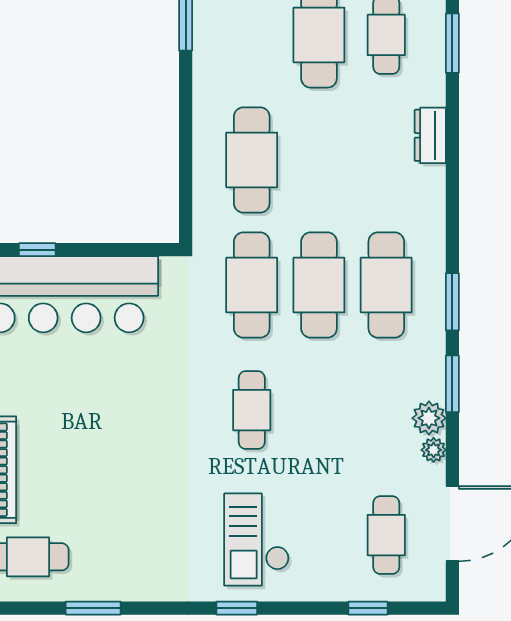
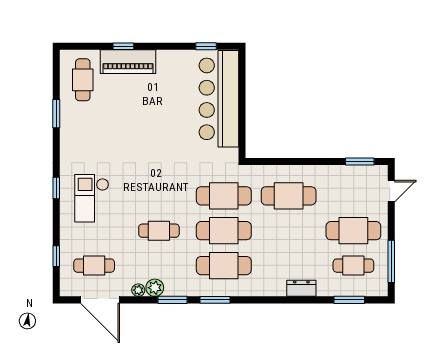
window: (37, 250) -> (242, 85), removed
cafe table: (252, 410) -> (159, 231), moved
checkout: (257, 540) -> (92, 198), turned -90

